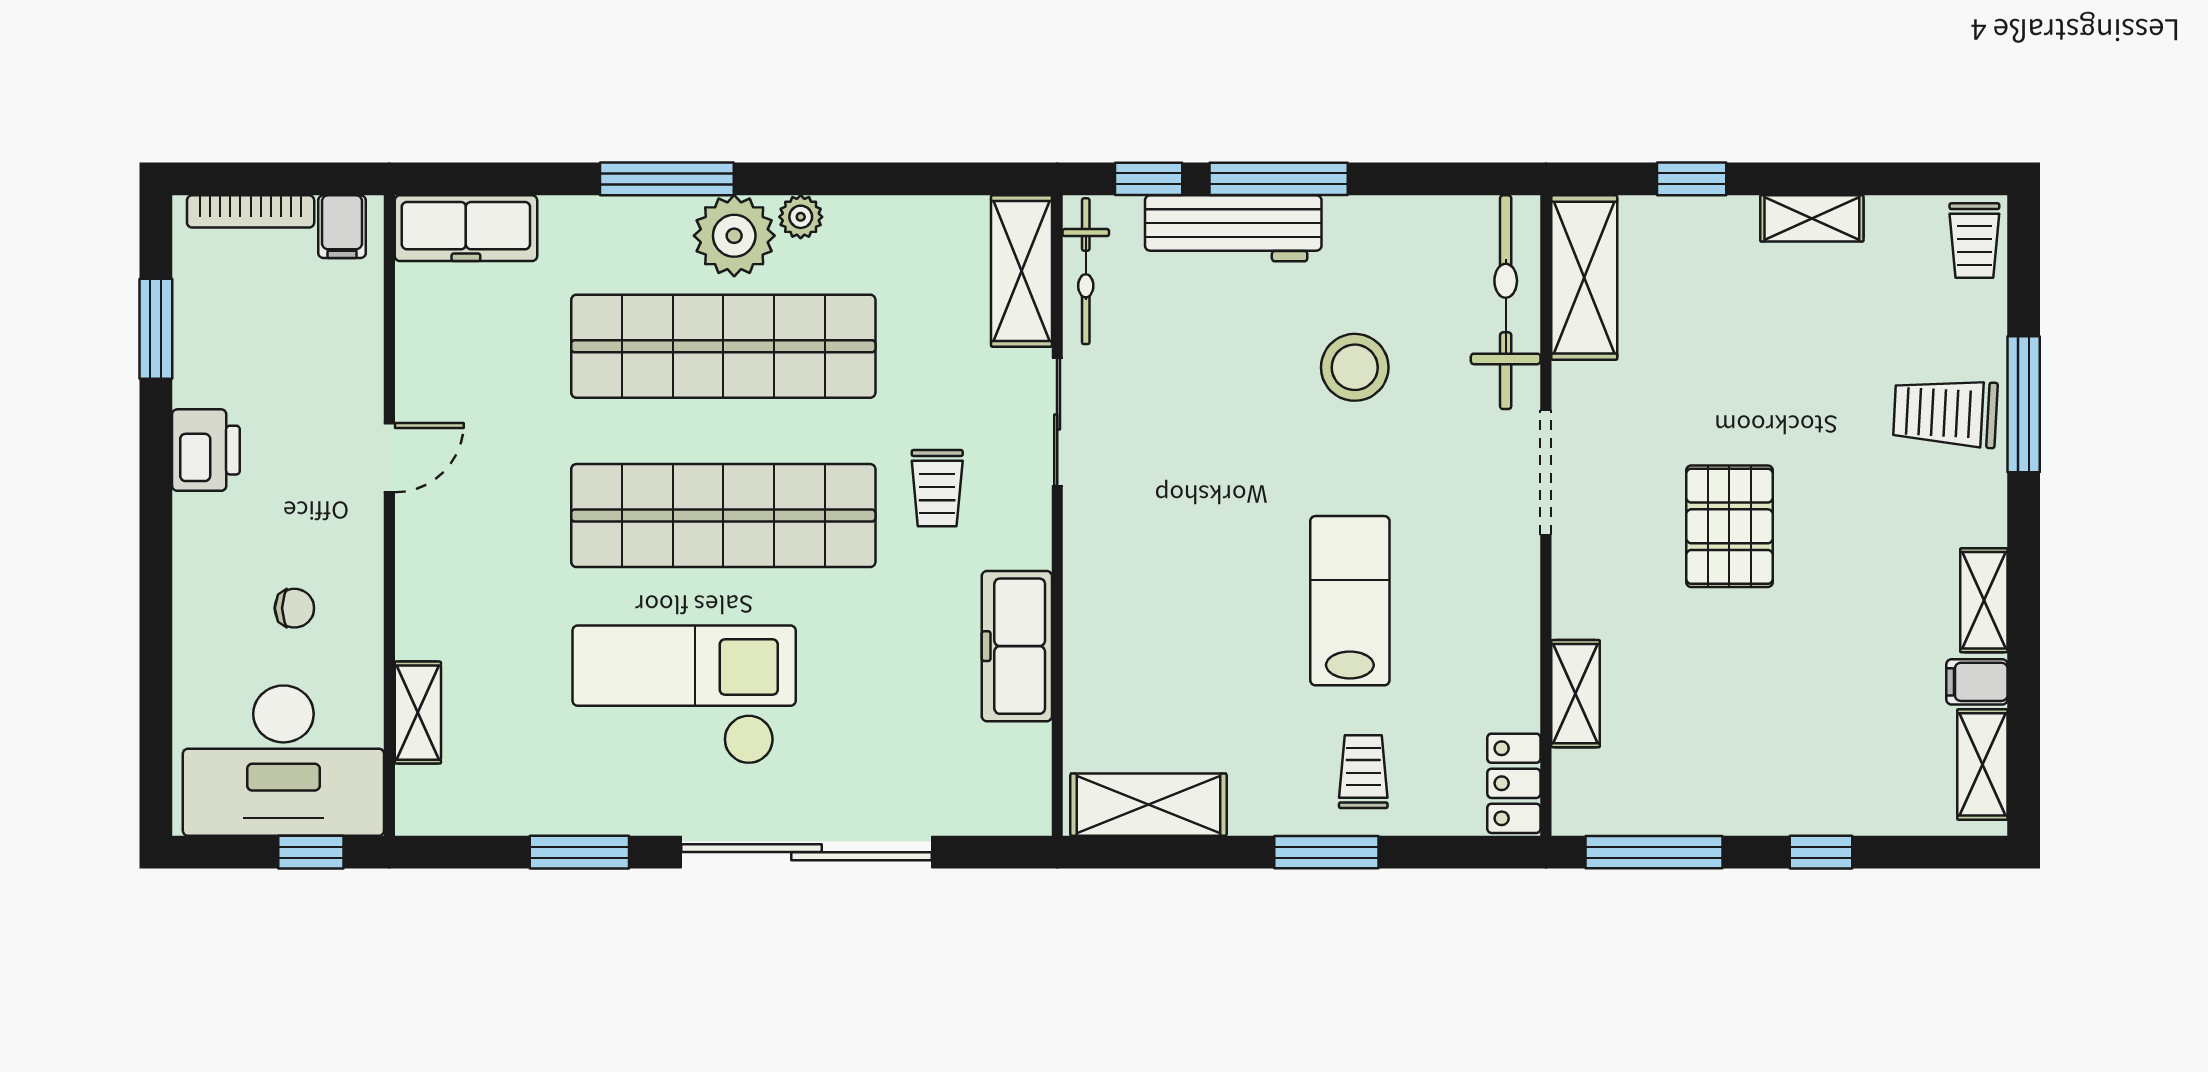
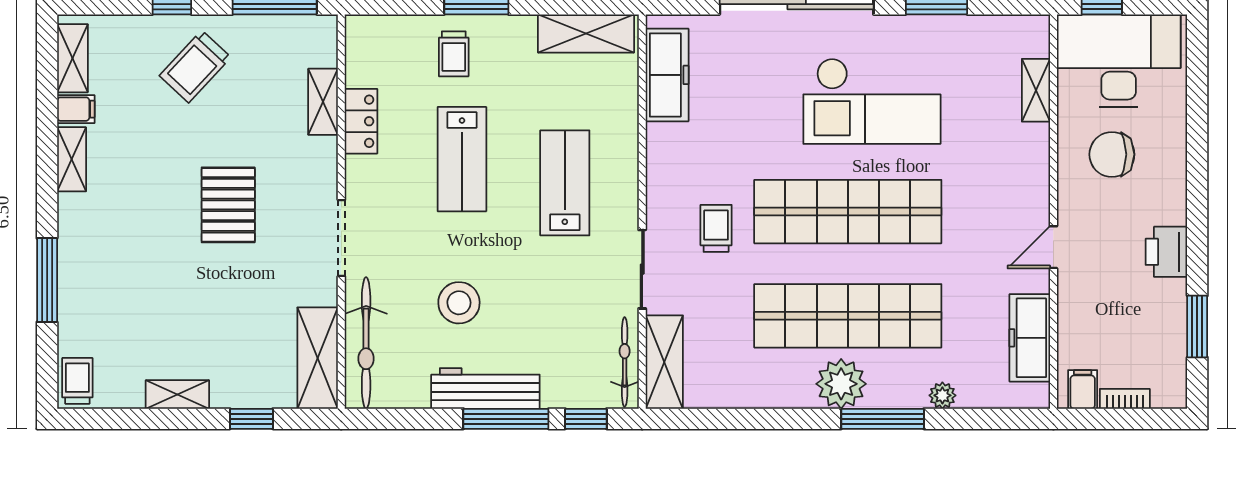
bookcase: (251, 211) -> (1125, 399), width x0.64
plant: (801, 217) -> (942, 395), moved
freezer: (466, 228) -> (1030, 338), moved, turned -90
workbench: (1233, 228) -> (485, 388), moved
trolley: (1945, 413) -> (195, 67), moved, turned 130
lab bench: (1183, 562) -> (565, 183), added
chair: (294, 608) -> (1112, 154), width x1.87, depth x1.87
freezer: (1017, 646) -> (667, 75), moved
locker: (1514, 783) -> (361, 121), moved

